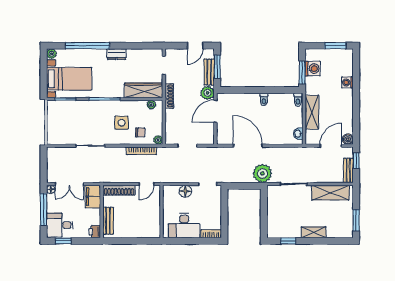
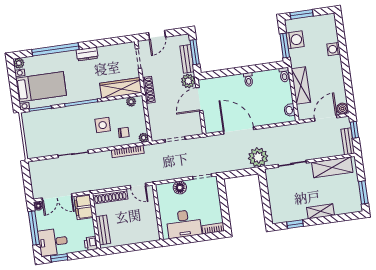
door: (195, 46) -> (157, 35), moved
window: (335, 46) -> (302, 14), moved
door: (147, 184) -> (138, 186), hinge flipped

